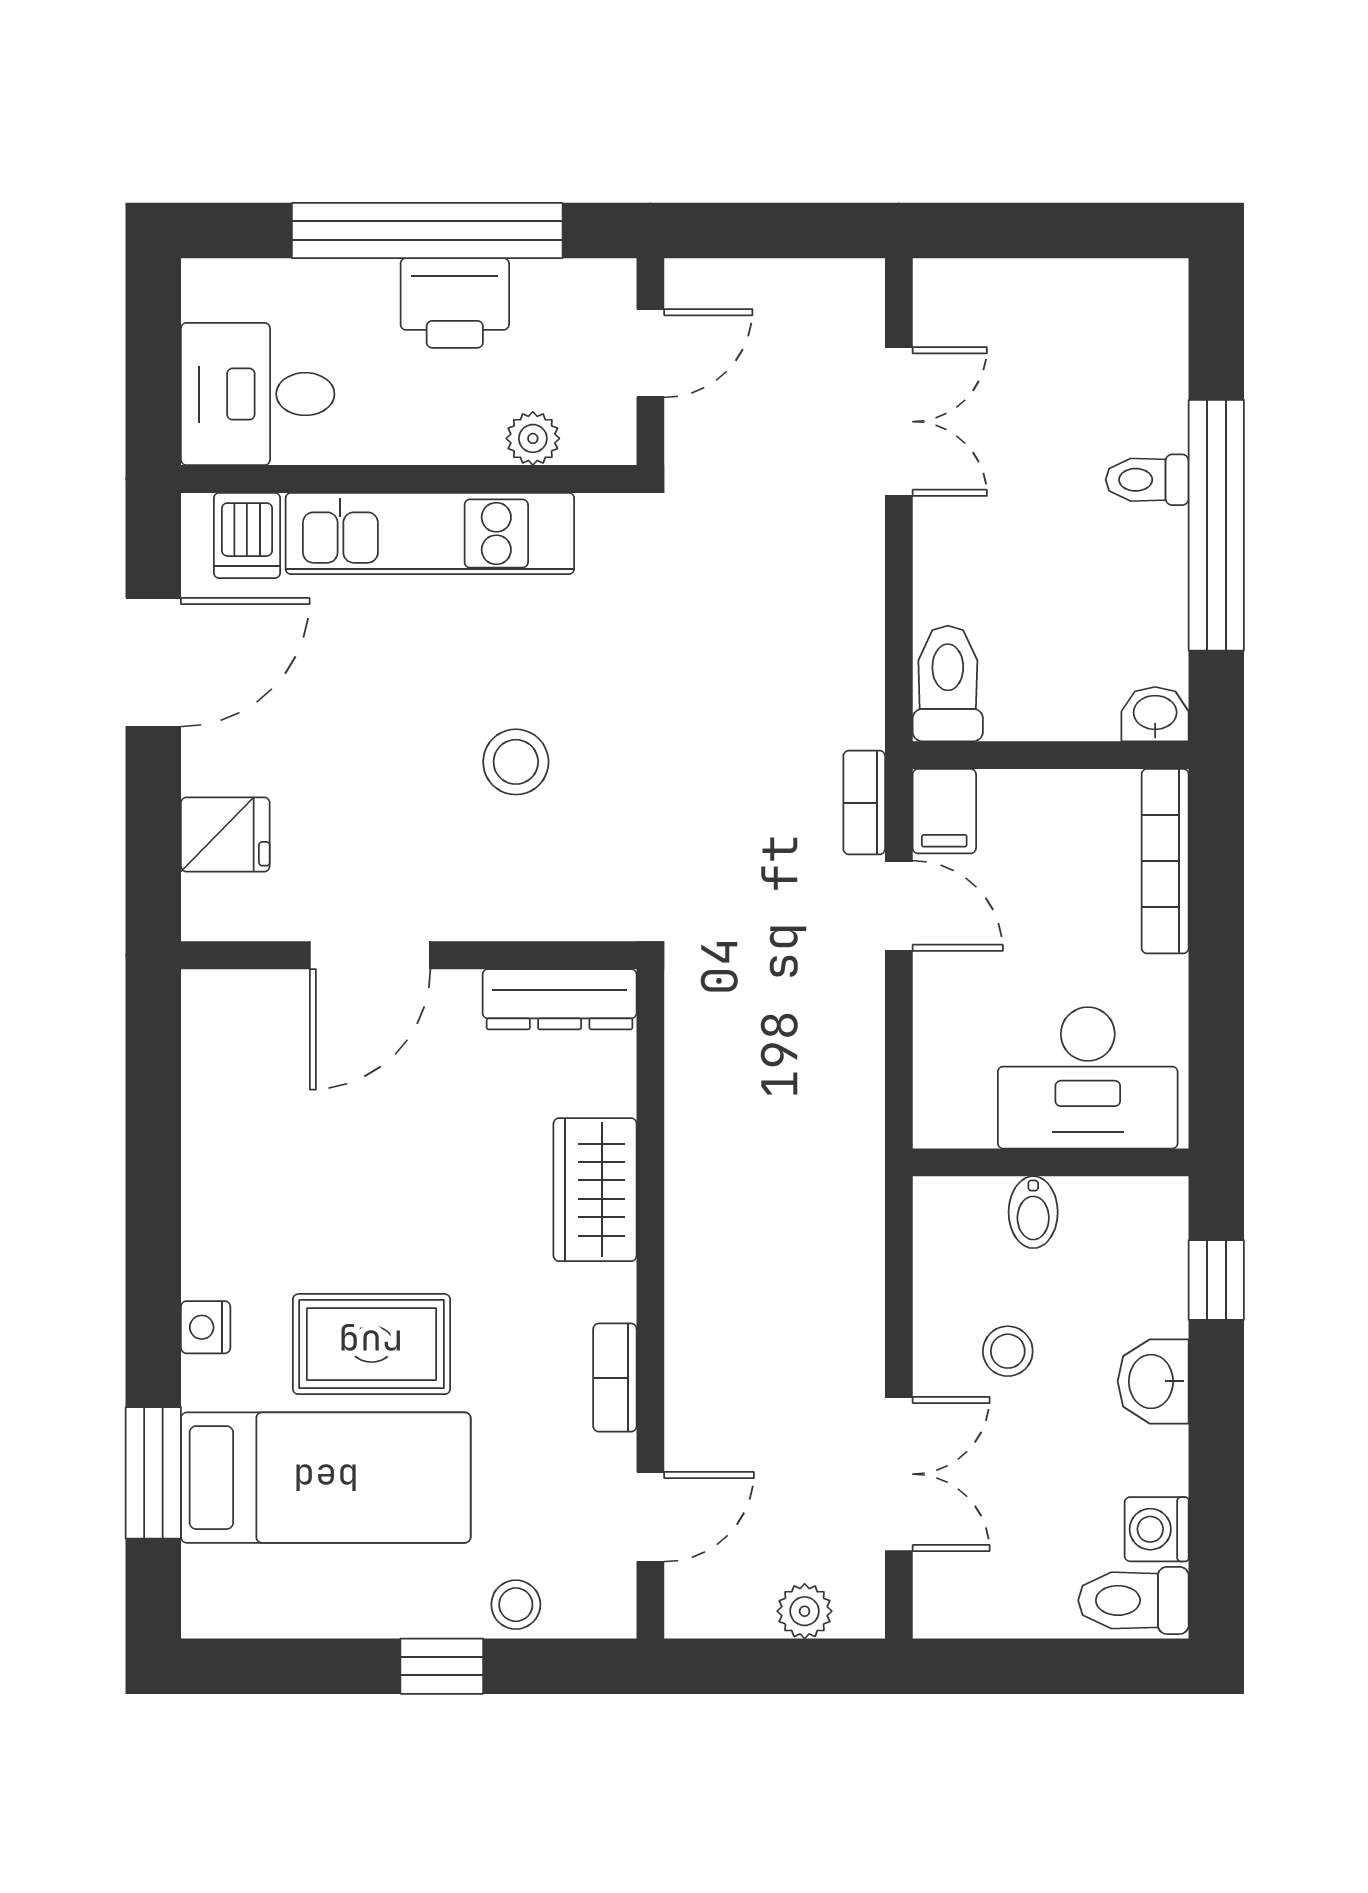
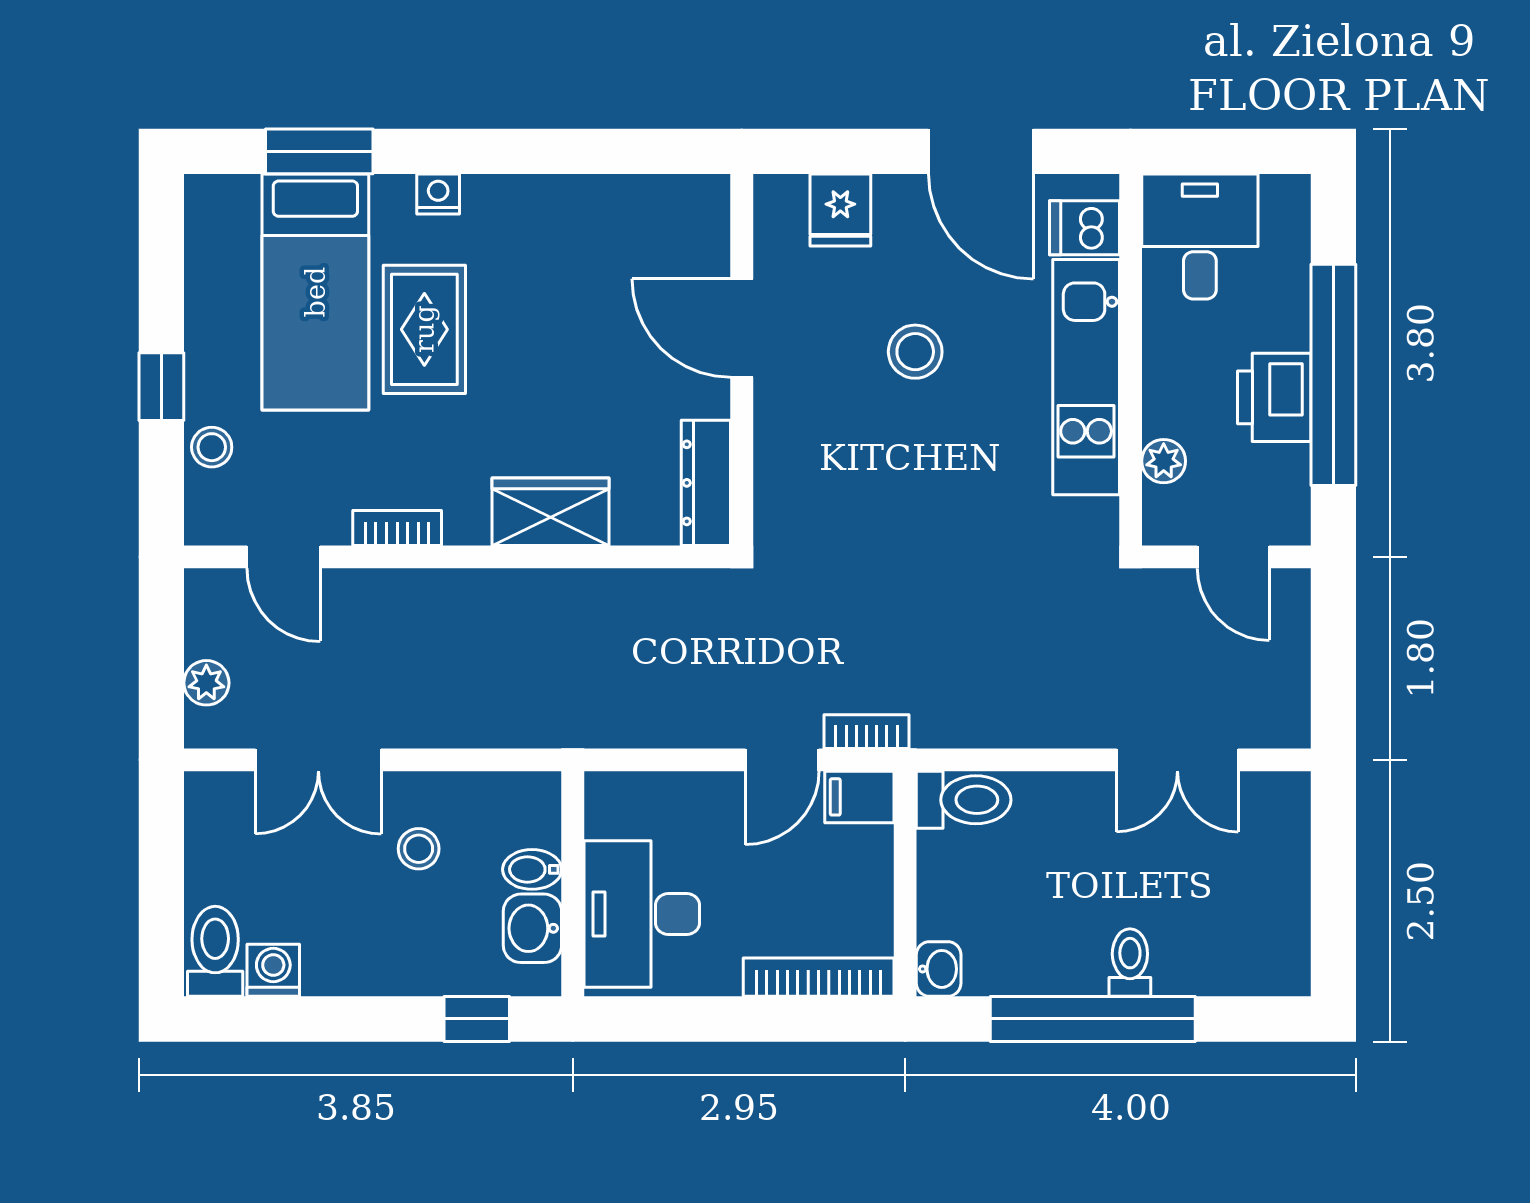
stool: (516, 762) -> (915, 352), moved
washbasin: (1153, 1381) -> (532, 928), moved, turned -90

